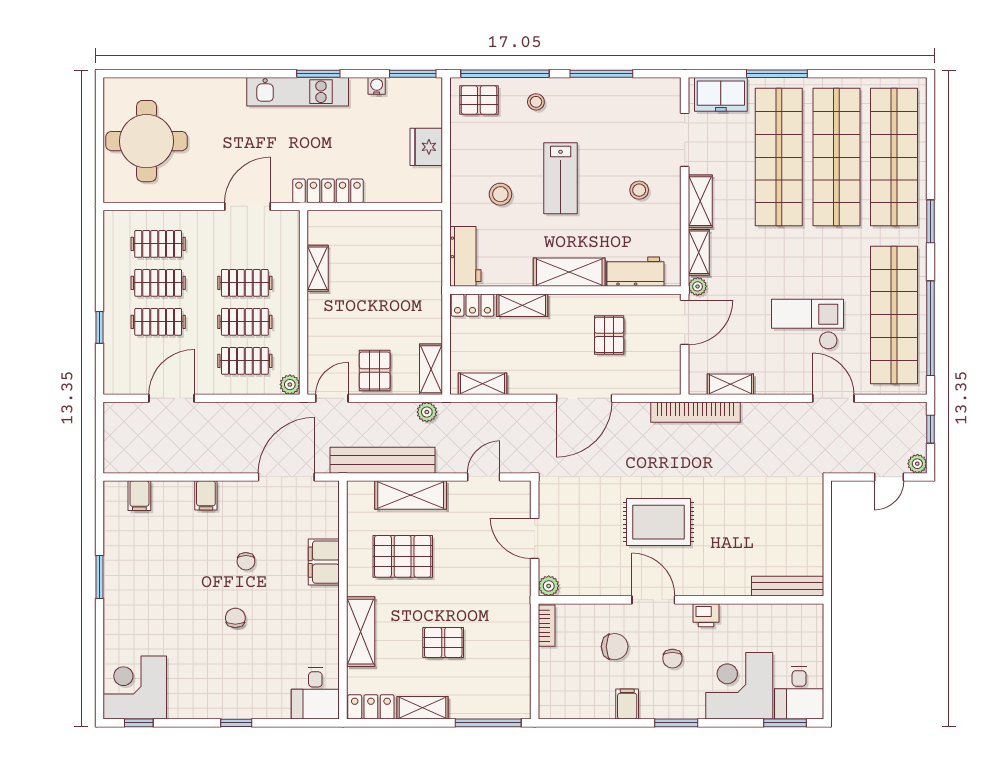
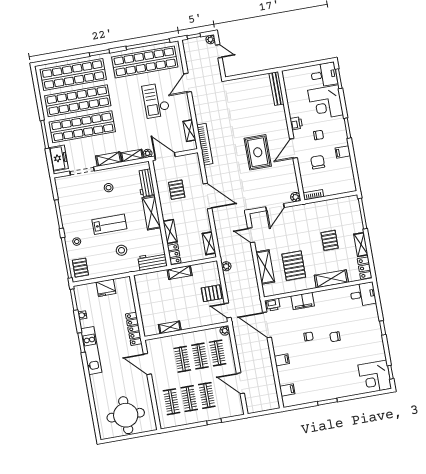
pallet: (609, 335) -> (177, 190), turned 90
shelving: (431, 369) -> (180, 273), moved
bench: (382, 460) -> (252, 283), removed
printer: (327, 498) -> (273, 305), added

